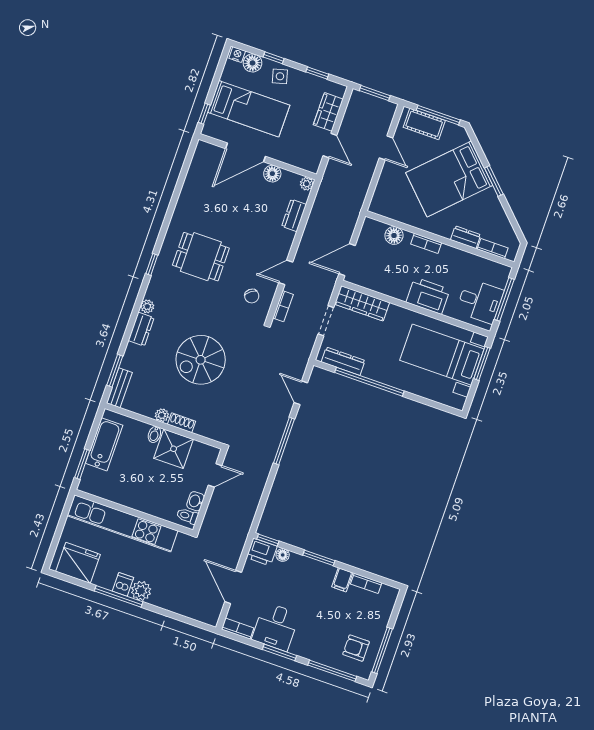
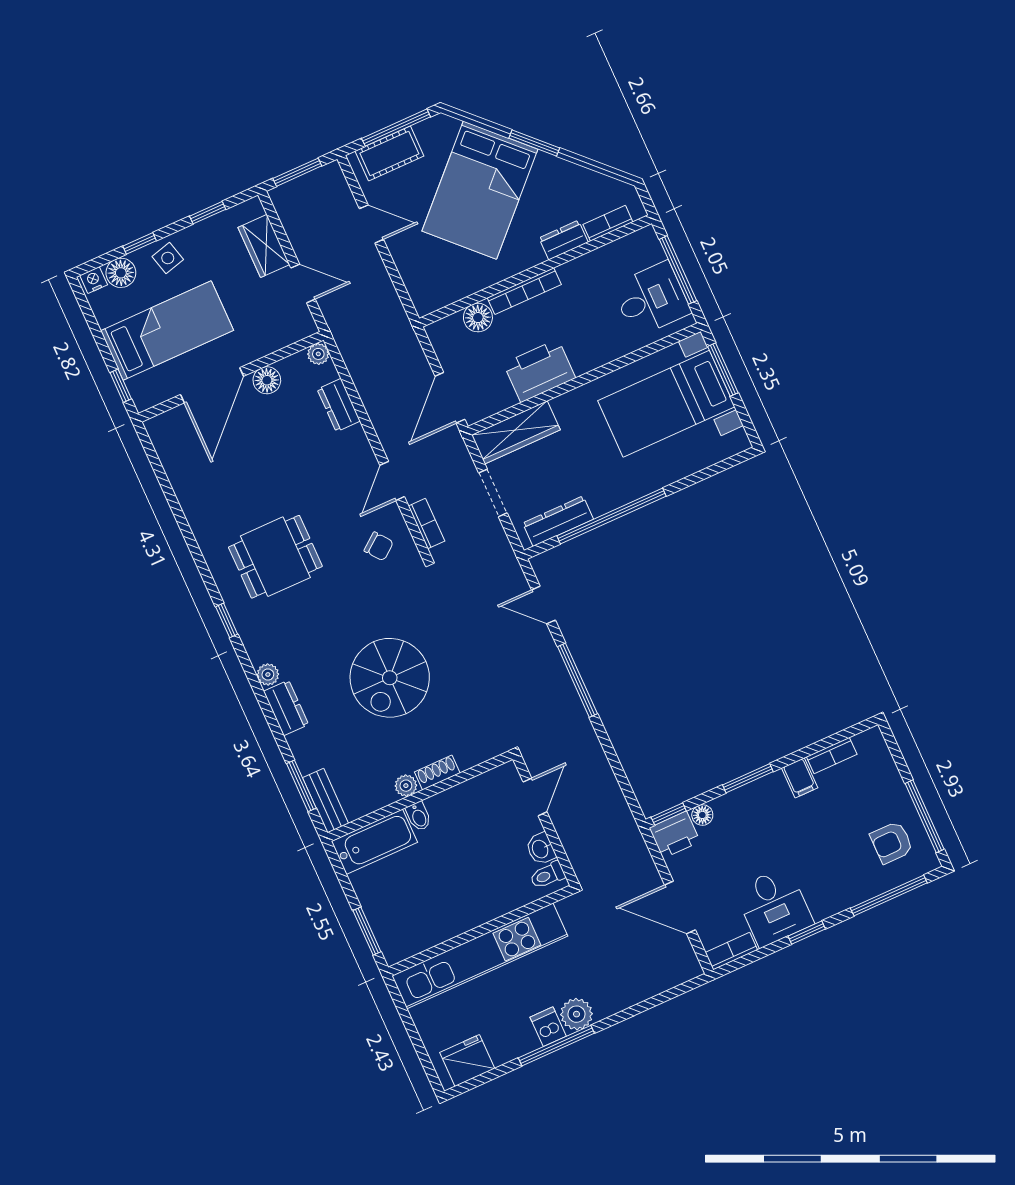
bookcase: (426, 243) -> (524, 291), width x1.56
printer: (428, 296) -> (539, 371), moved
bathtub: (104, 444) -> (374, 842), moved, turned 90
shower: (174, 449) -> (457, 812), removed
fridge: (78, 563) -> (467, 1061), width x0.73, depth x0.75
window: (279, 652) -> (807, 933), width x0.67

